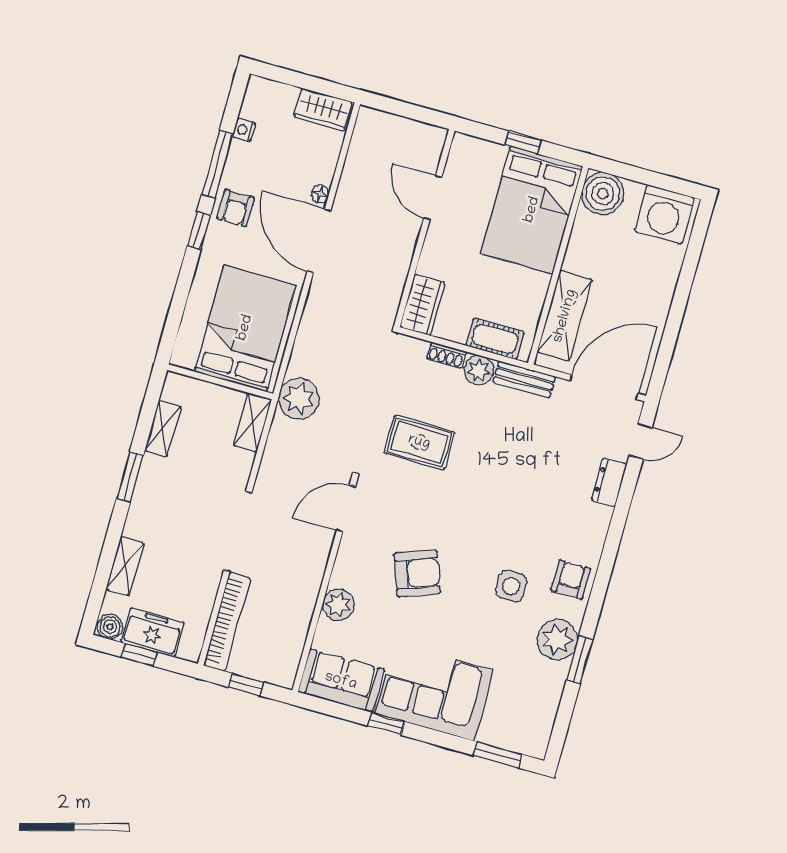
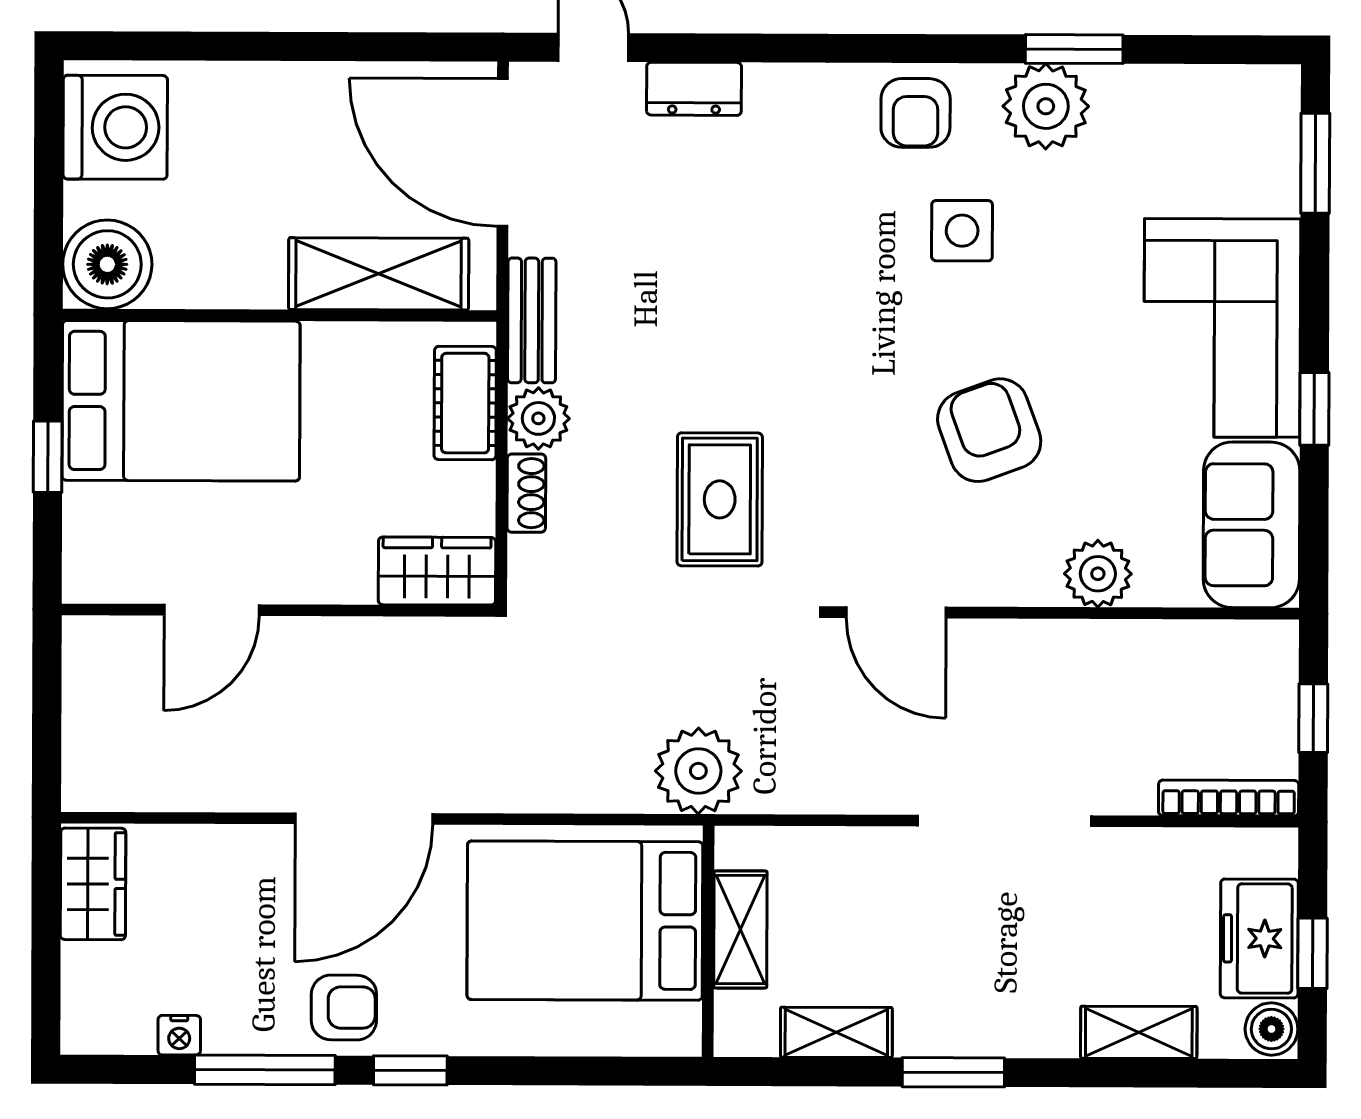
floor lamp: (320, 194) -> (267, 843), removed
shelving: (253, 422) -> (740, 929), moved, turned 90
armchair: (570, 580) -> (916, 113), turned -90
bookcase: (227, 622) -> (1229, 798), width x0.68, depth x0.76

